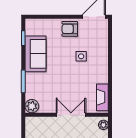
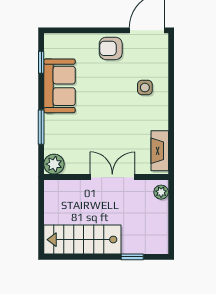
side table: (81, 56) -> (145, 87), moved

